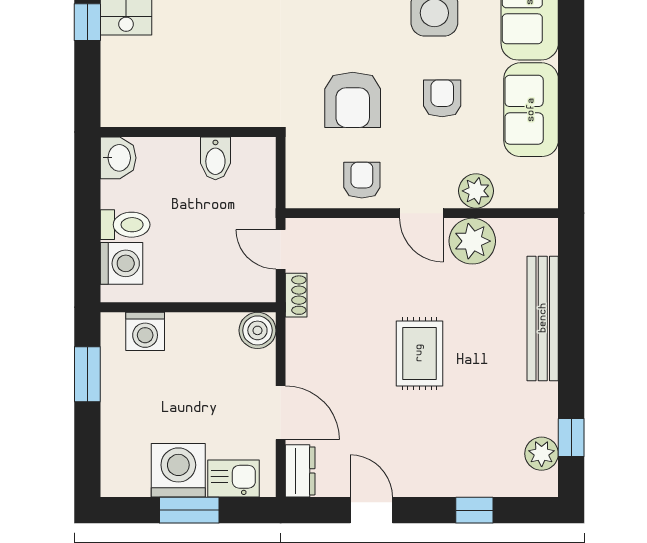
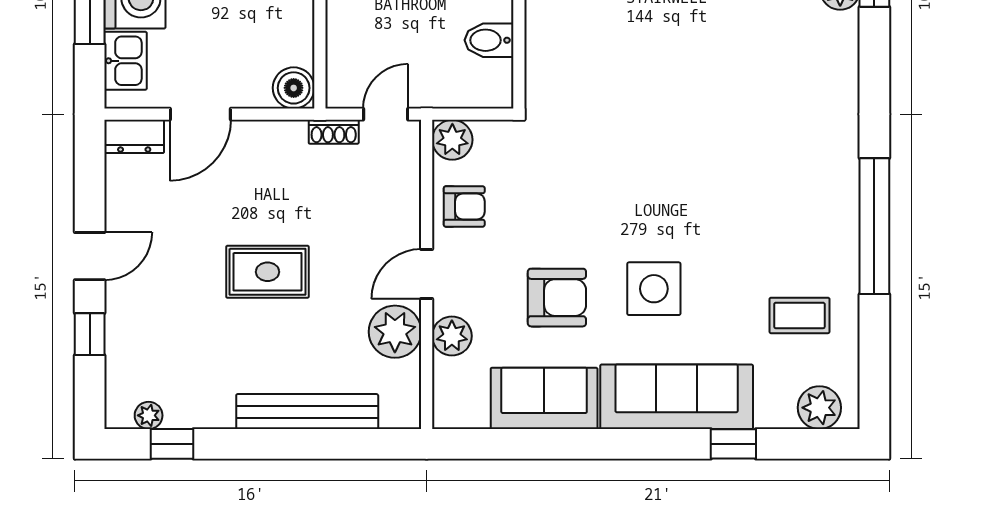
armchair: (442, 98) -> (557, 298), width x1.38, depth x1.38
armchair: (353, 100) -> (555, 196), removed
plant: (303, 191) -> (452, 140), added
plant: (542, 454) -> (149, 415), width x0.73, depth x0.73
door: (371, 510) -> (90, 256), moved

